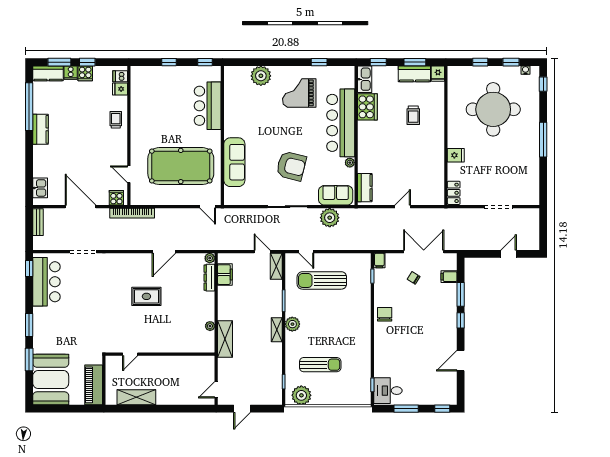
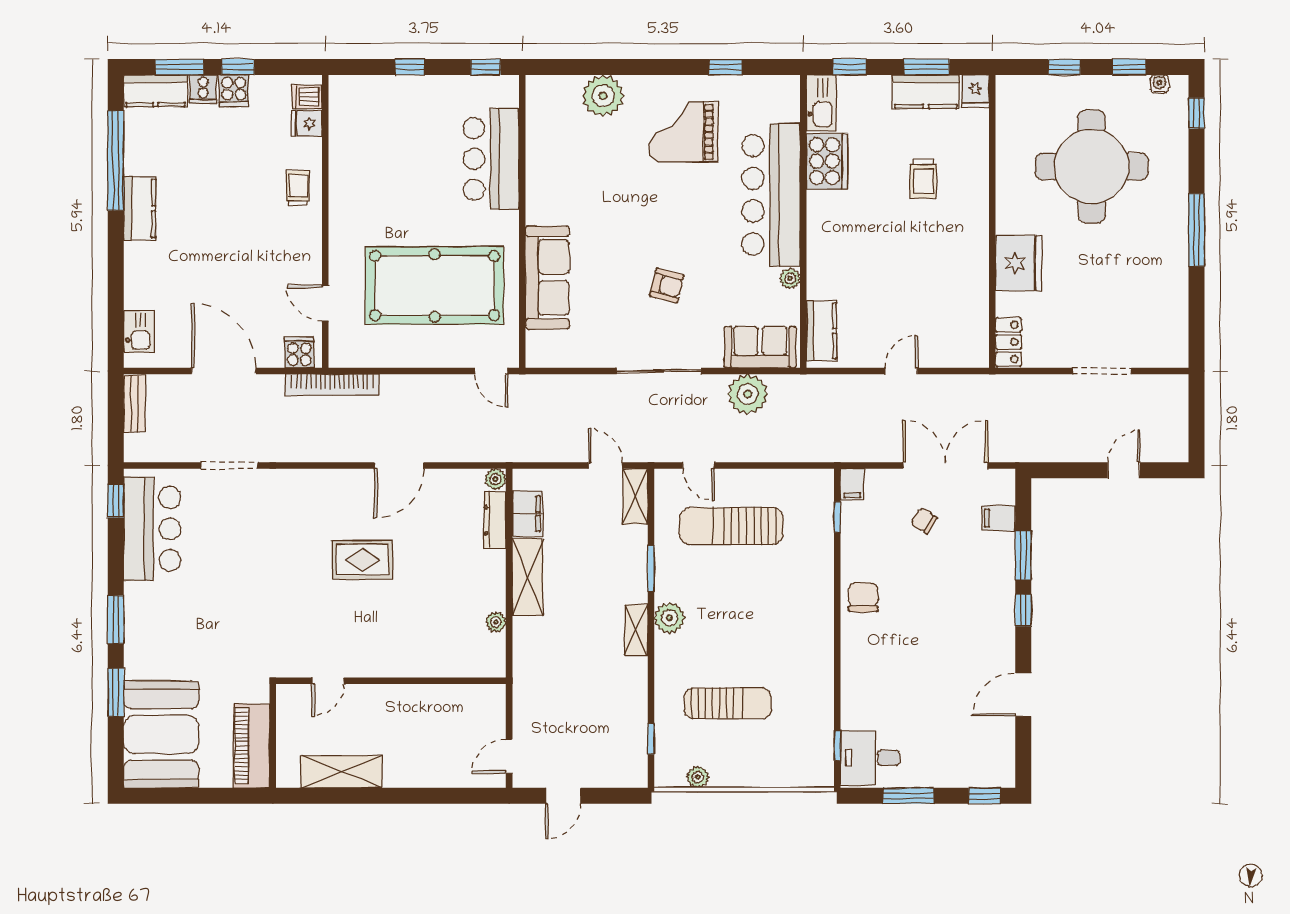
fridge: (456, 155) -> (1019, 263), width x1.88, depth x1.34
armchair: (291, 166) -> (667, 285), width x0.53, depth x0.53
shelving: (225, 339) -> (528, 577), moved
plant: (301, 395) -> (698, 777), width x0.53, depth x0.53

